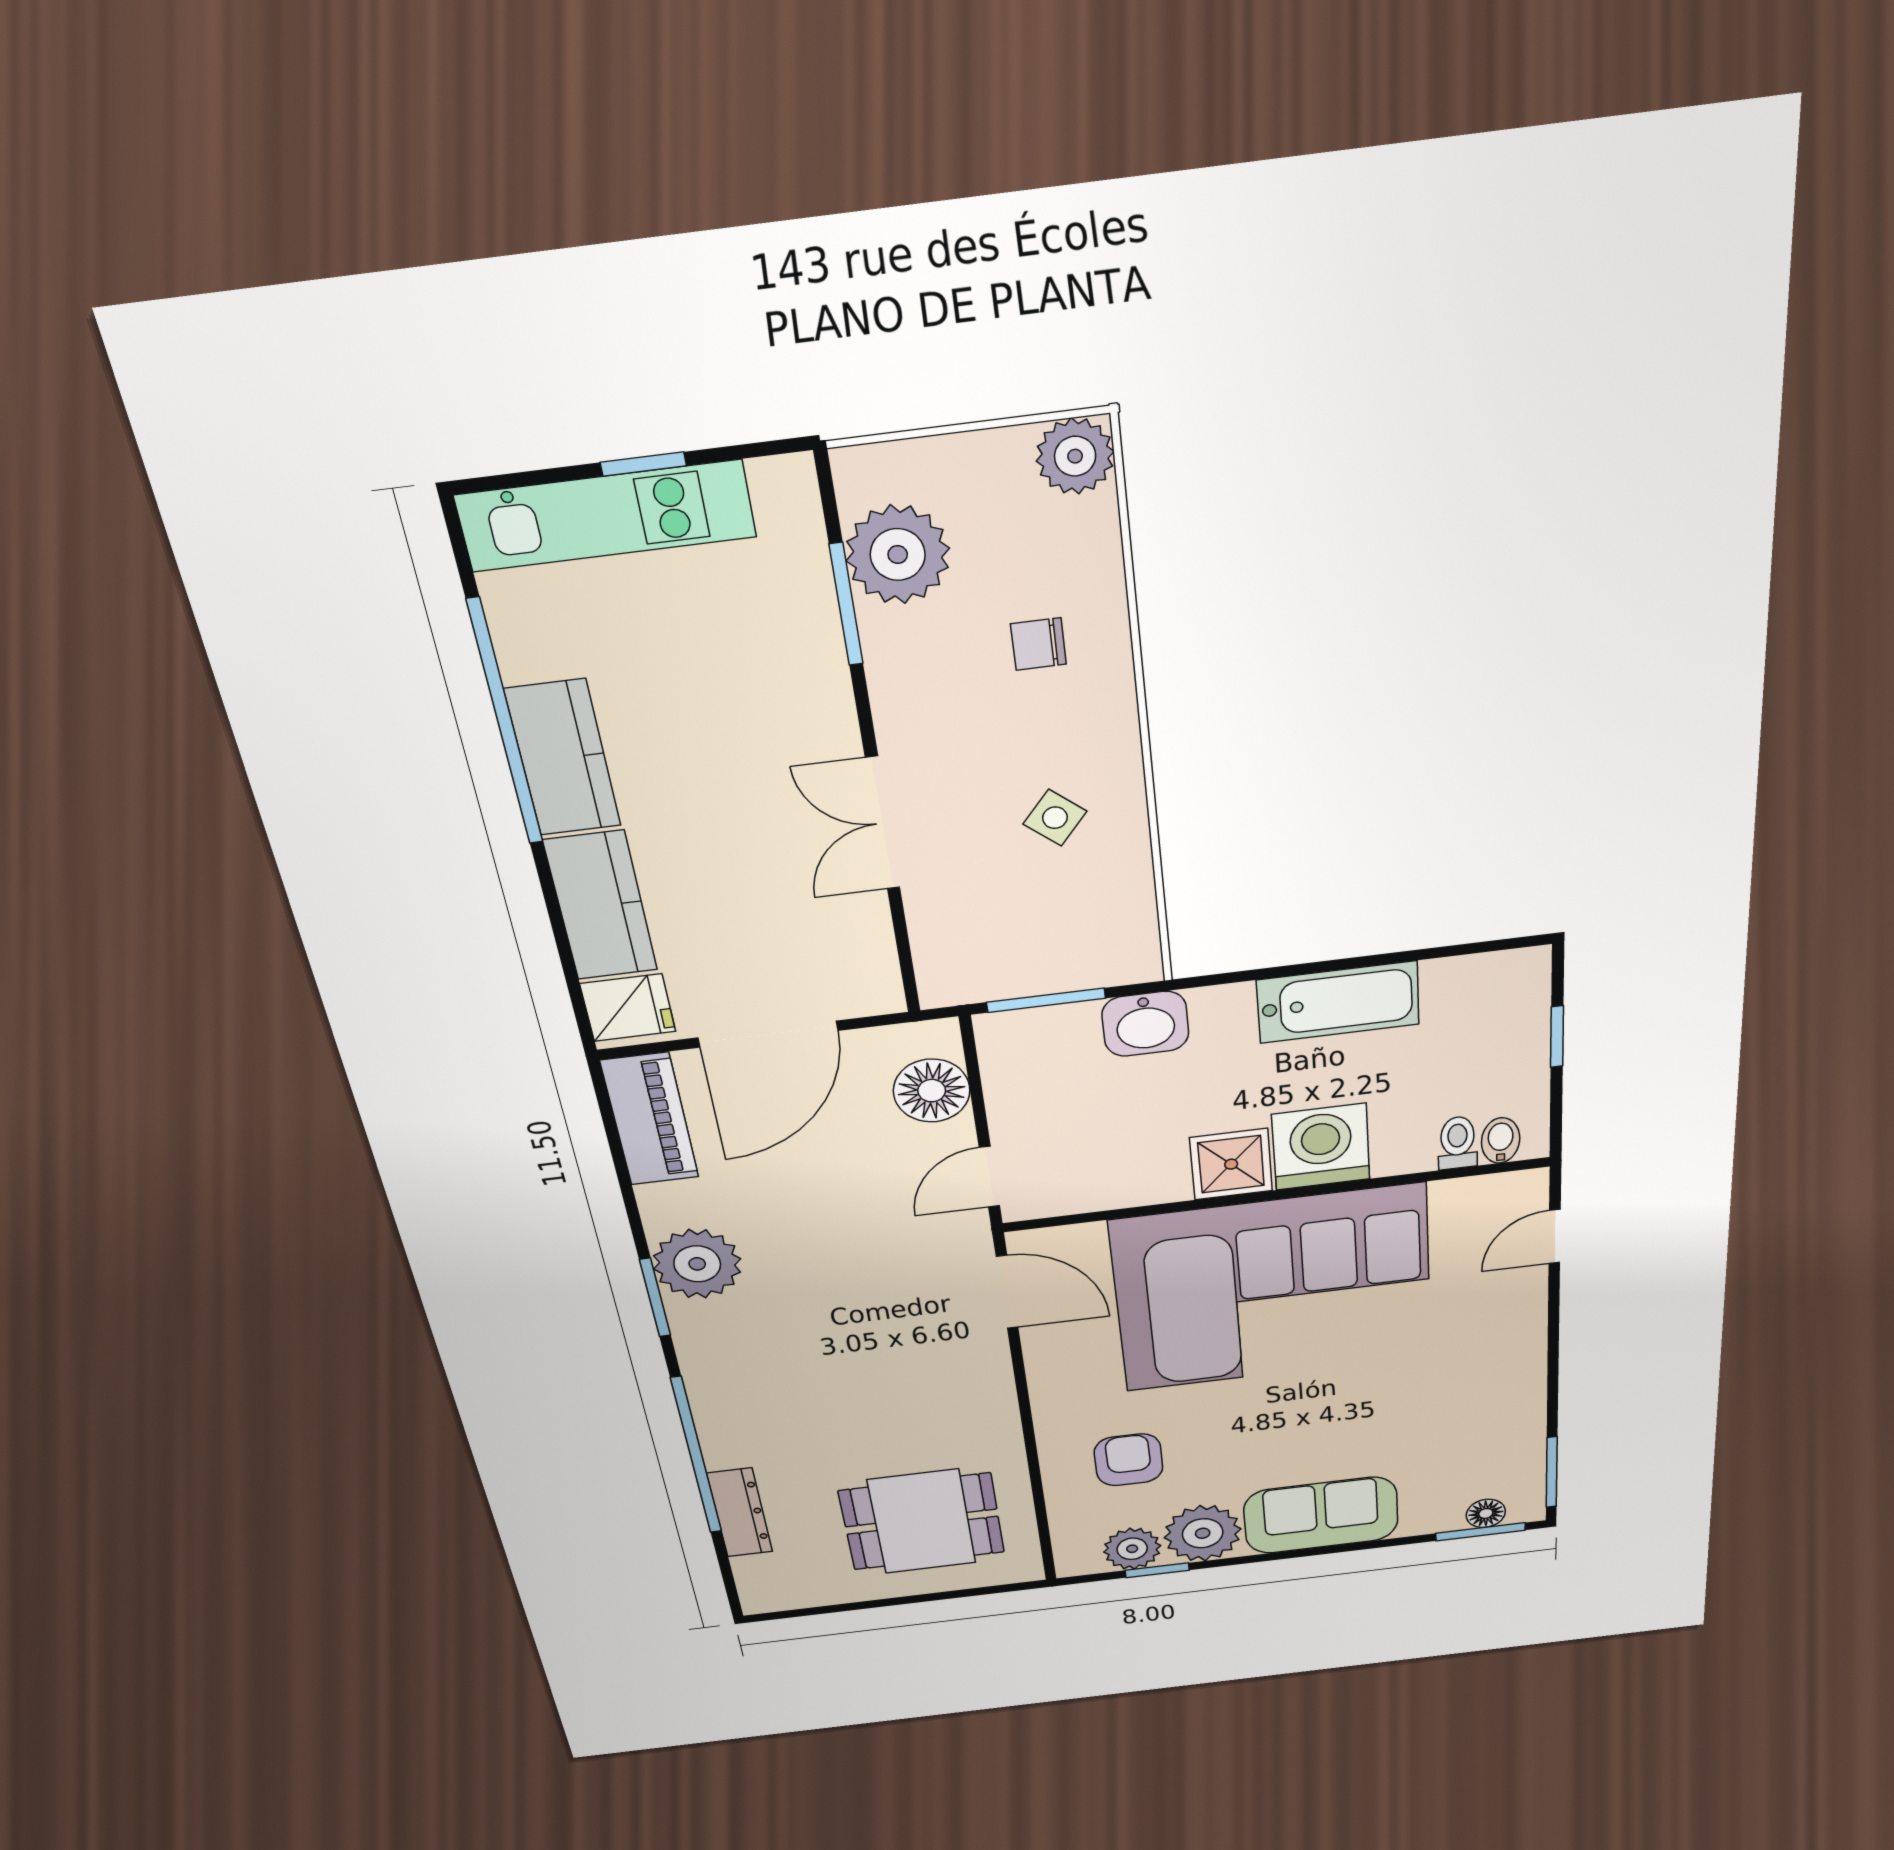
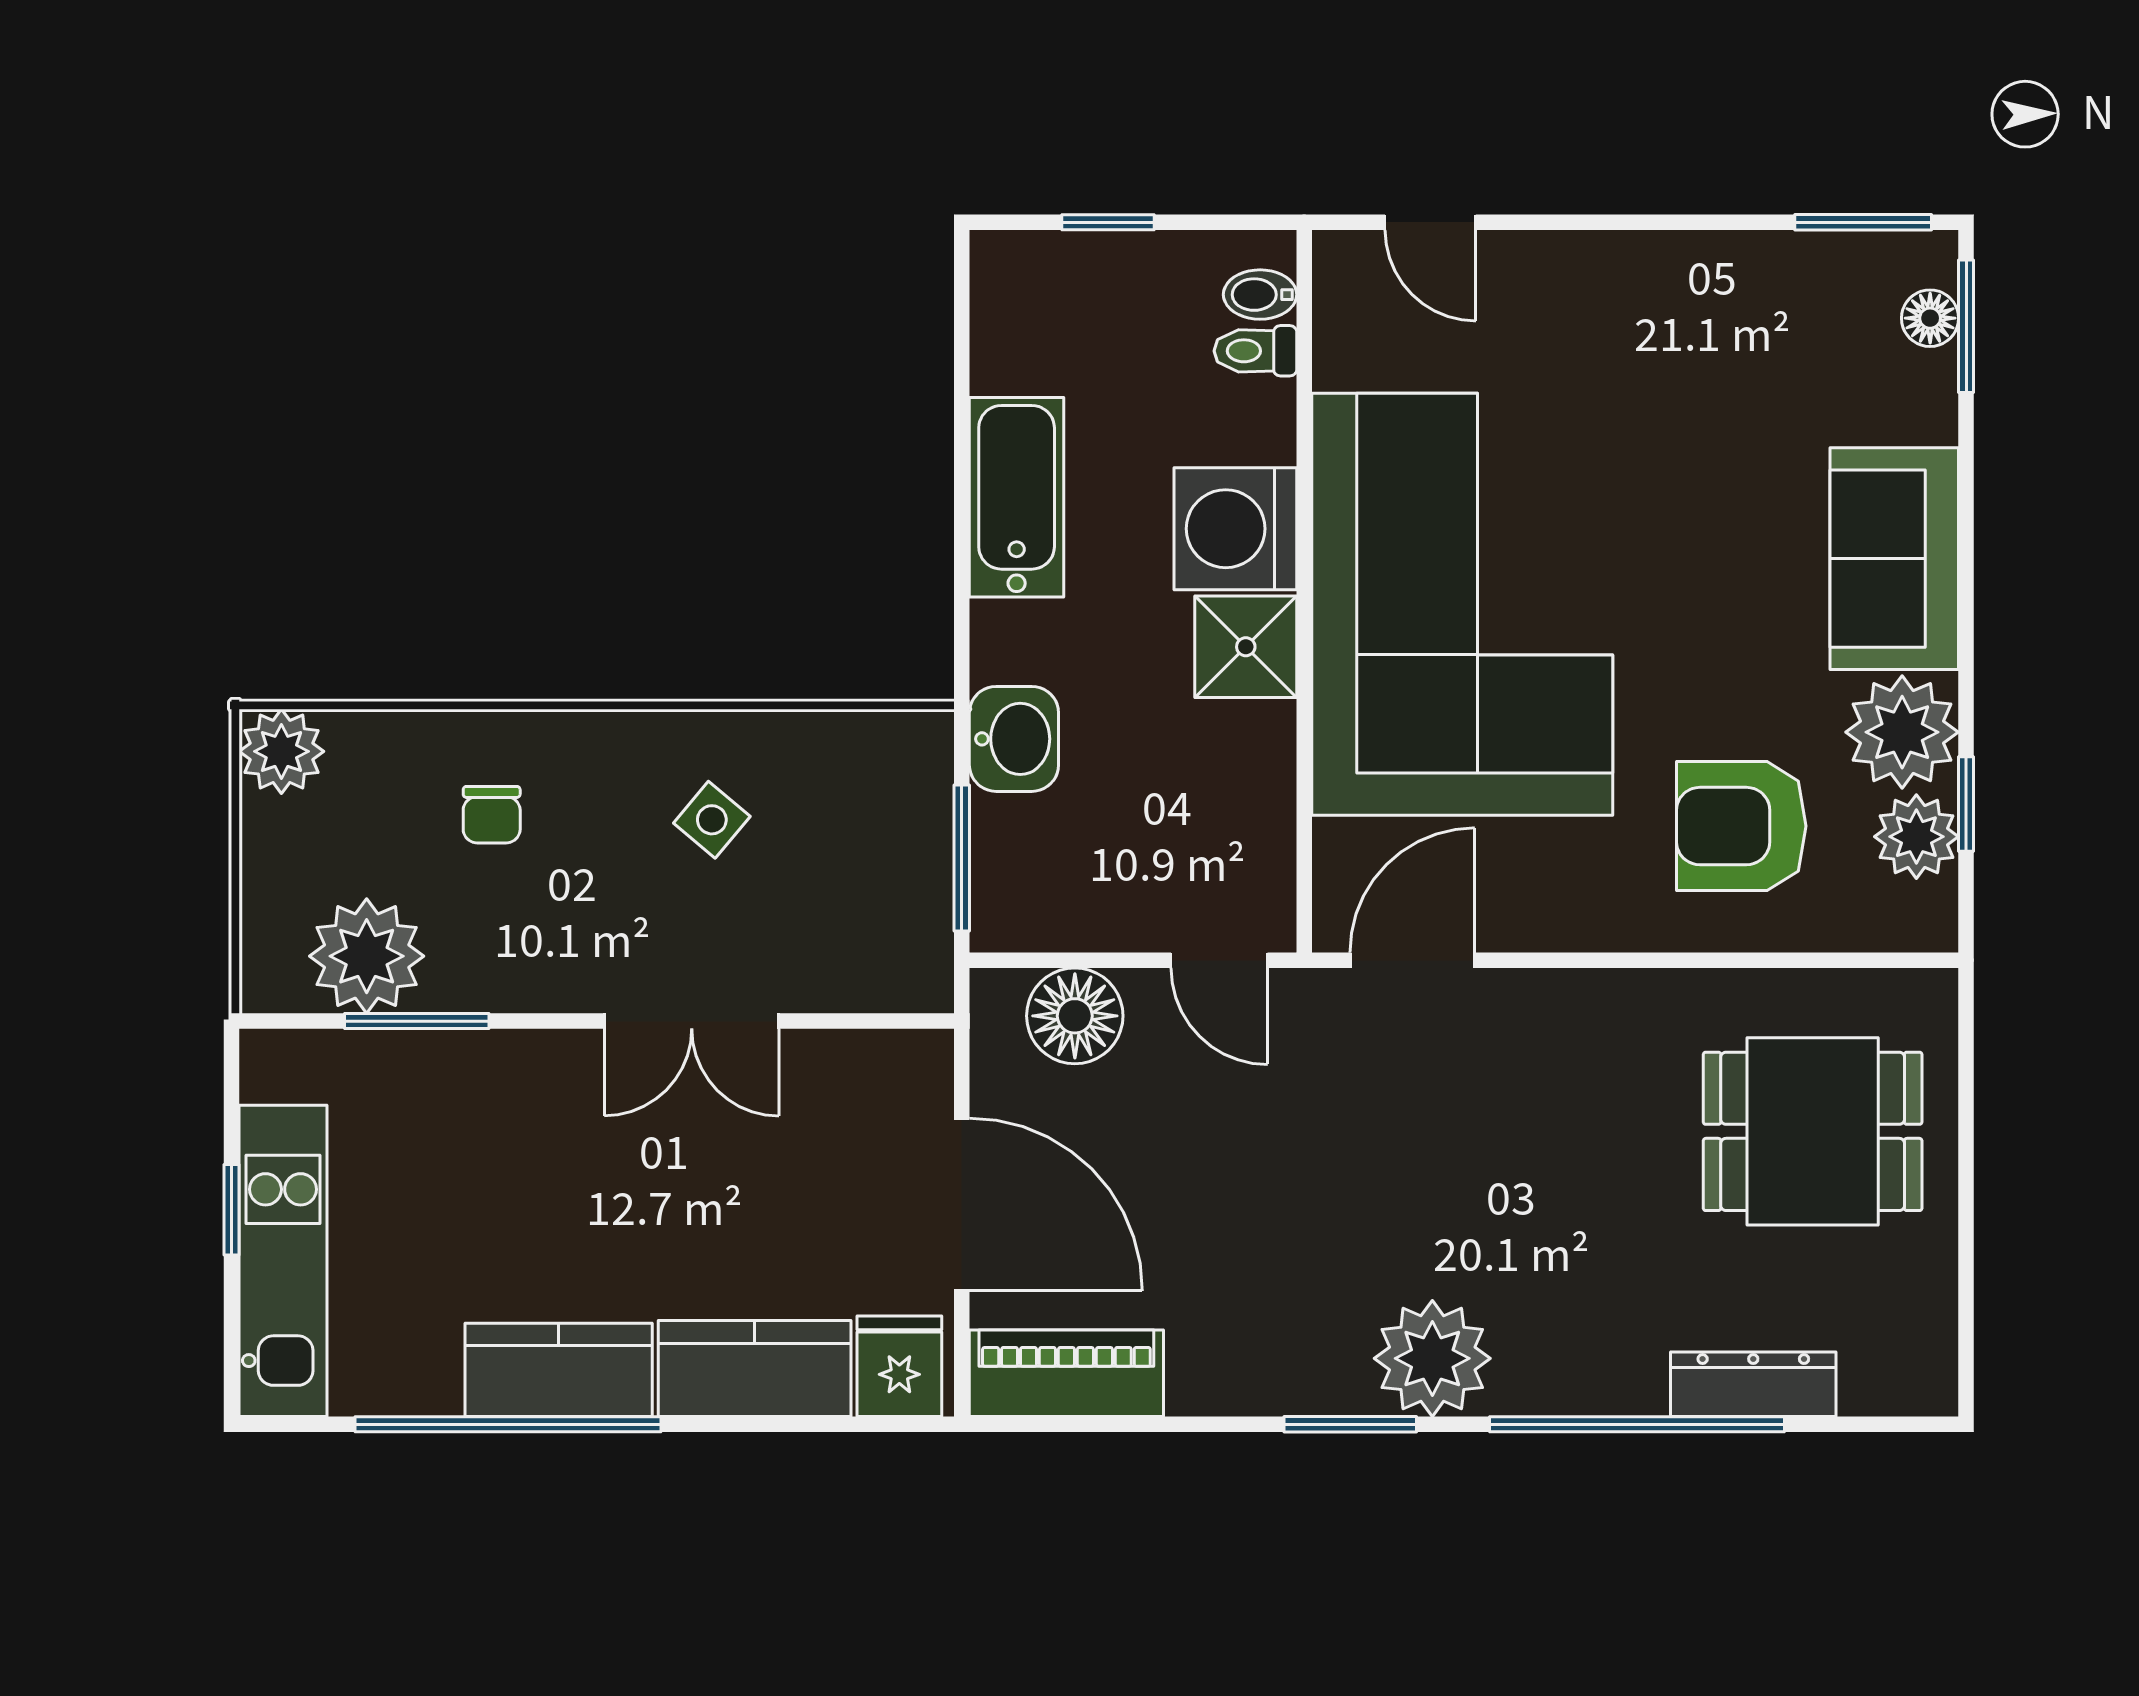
plant: (697, 1264) -> (1432, 1358), moved
armchair: (1129, 1460) -> (1741, 826), width x1.38, depth x1.38
dining table: (922, 1522) -> (1813, 1131), turned 90

